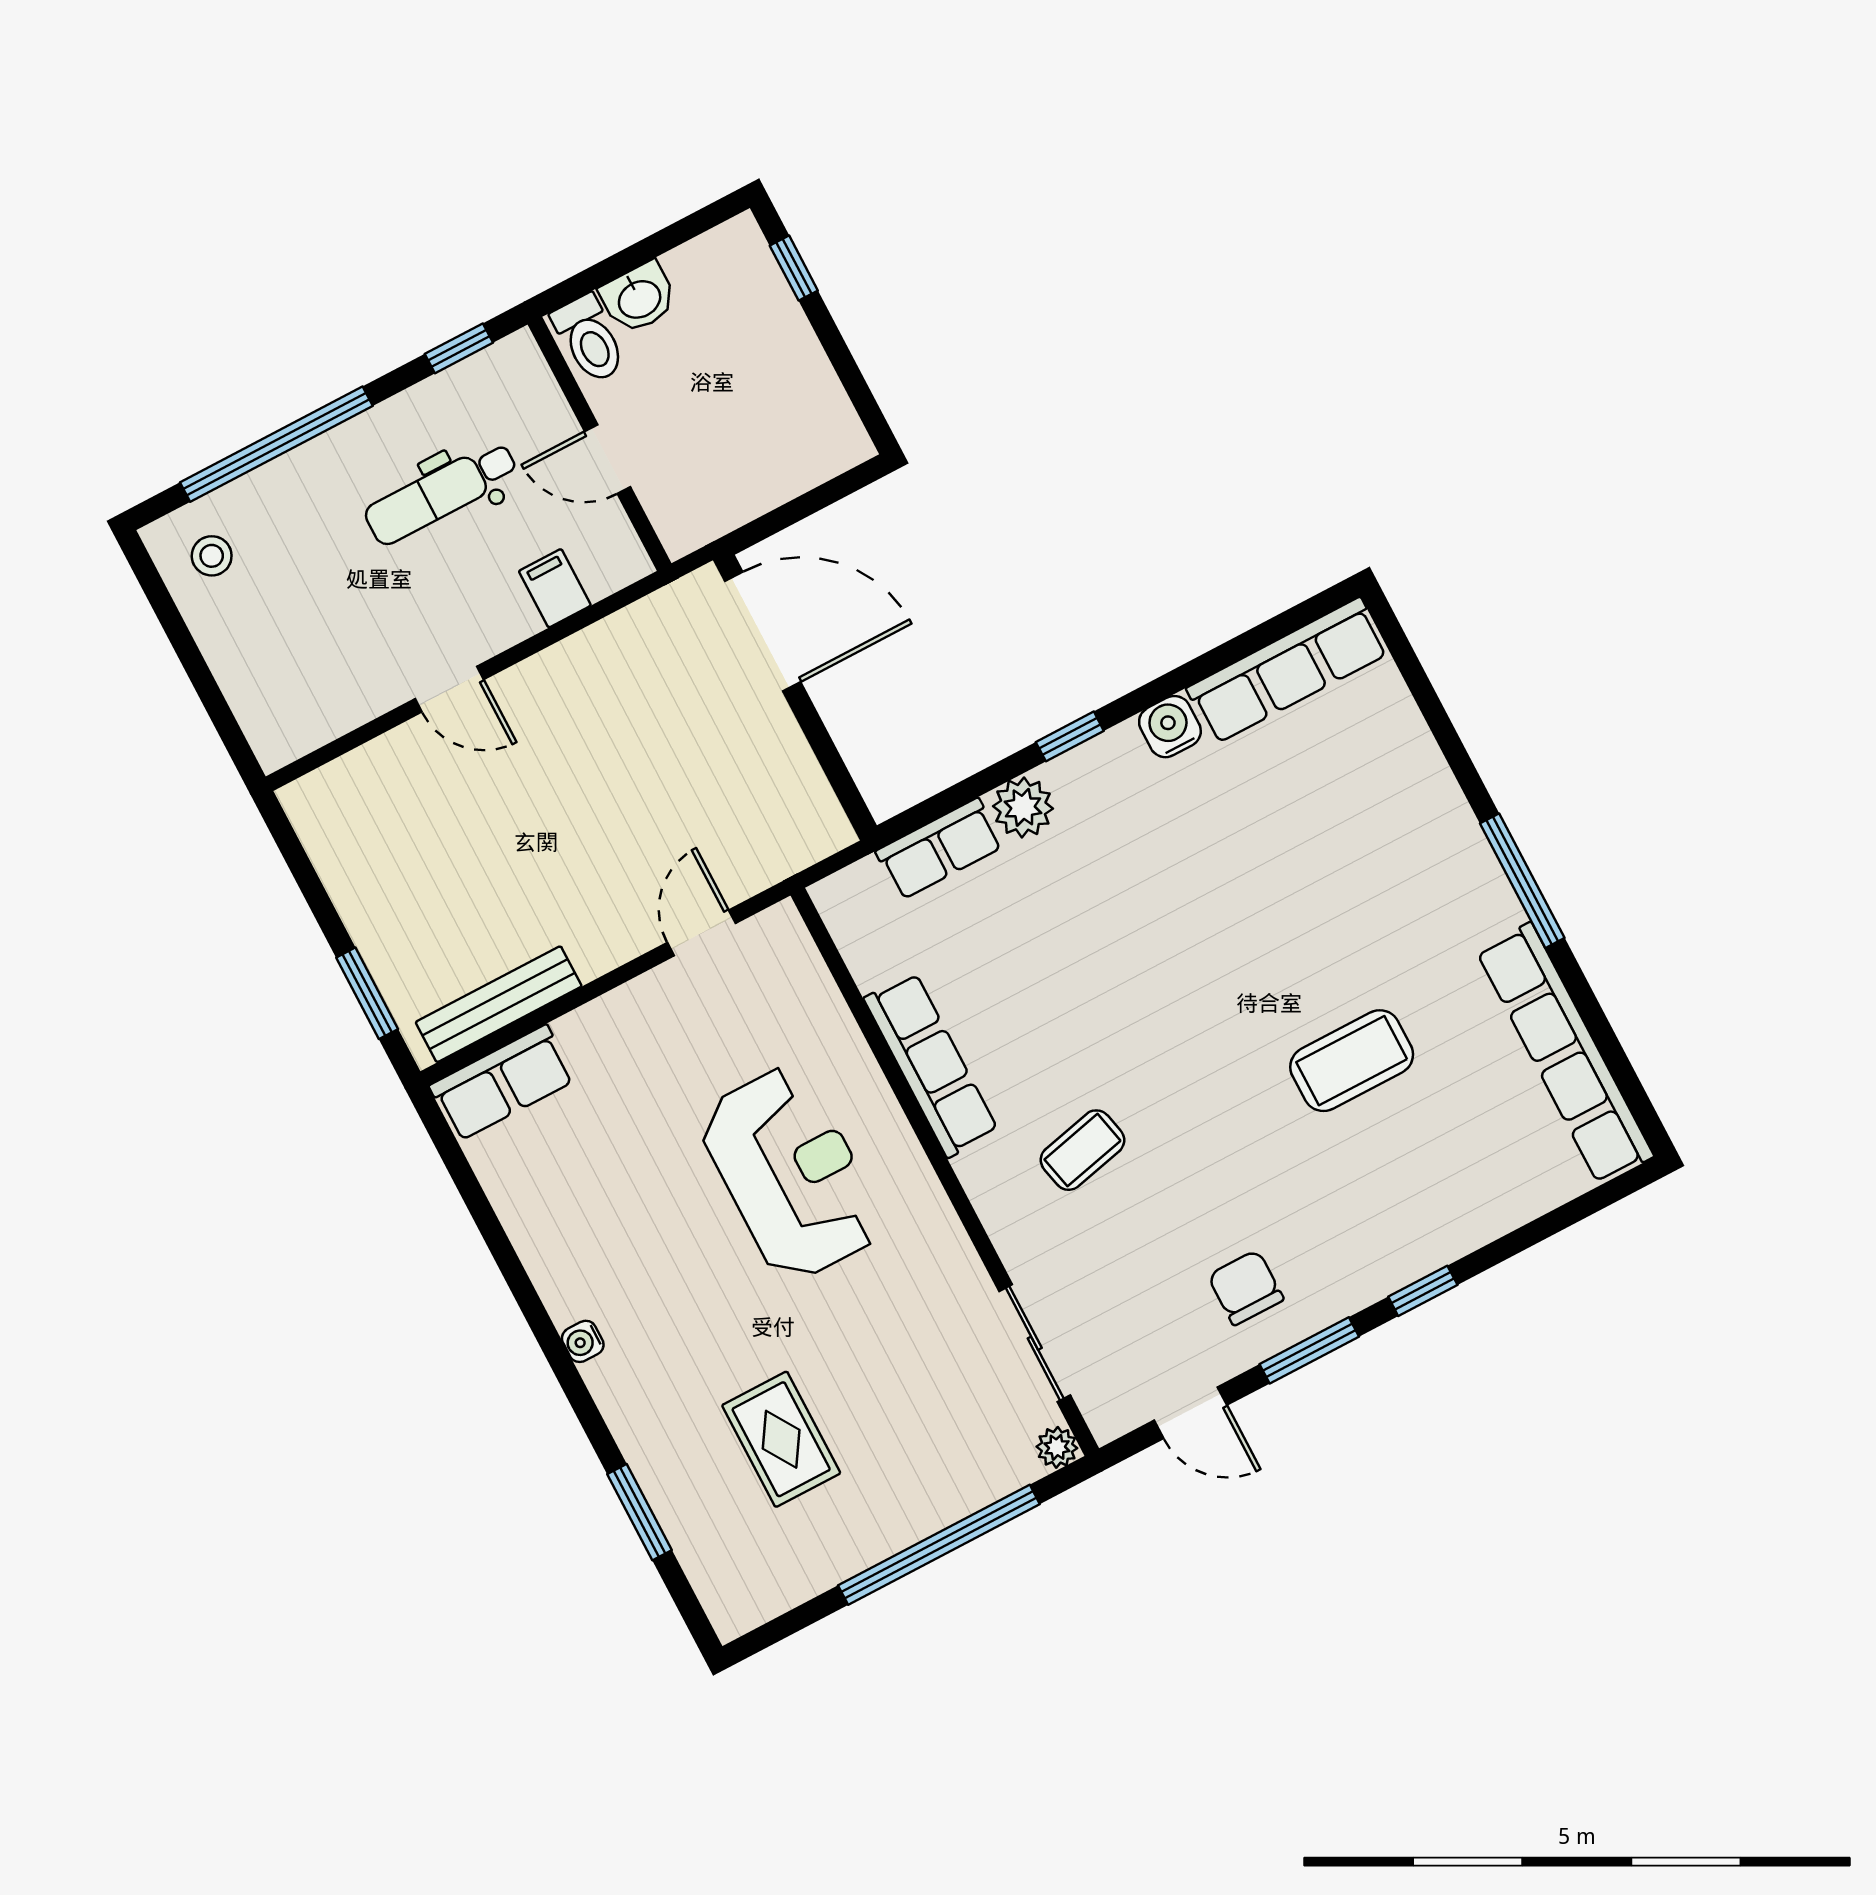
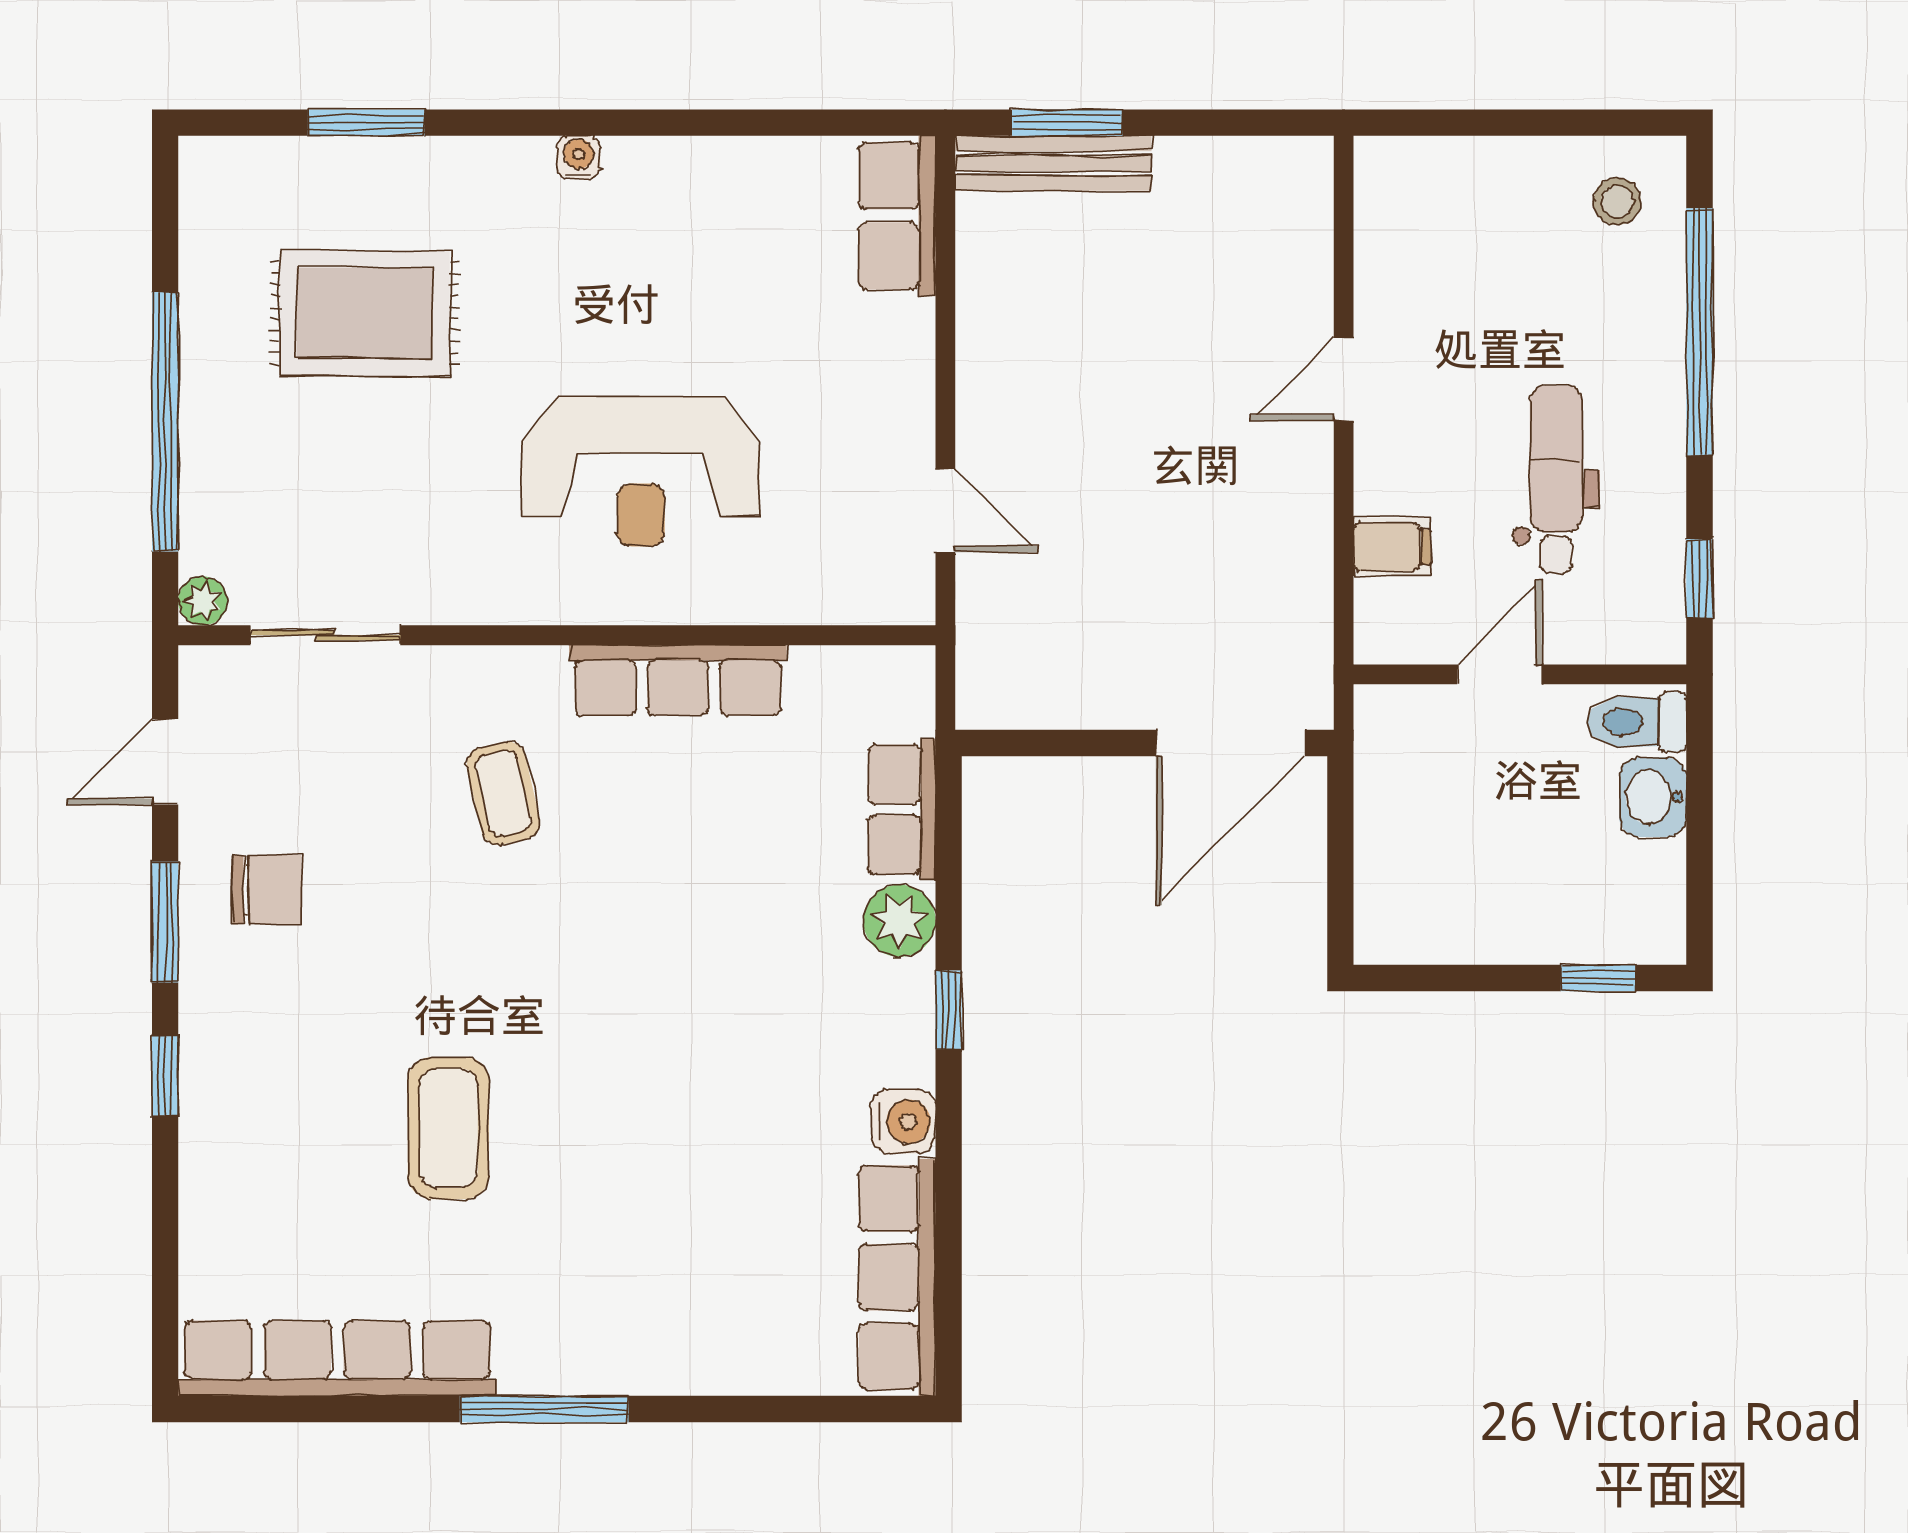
bench: (499, 1004) -> (1053, 163), moved, turned 90
rug: (781, 1439) -> (365, 313), width x1.36, depth x1.43

